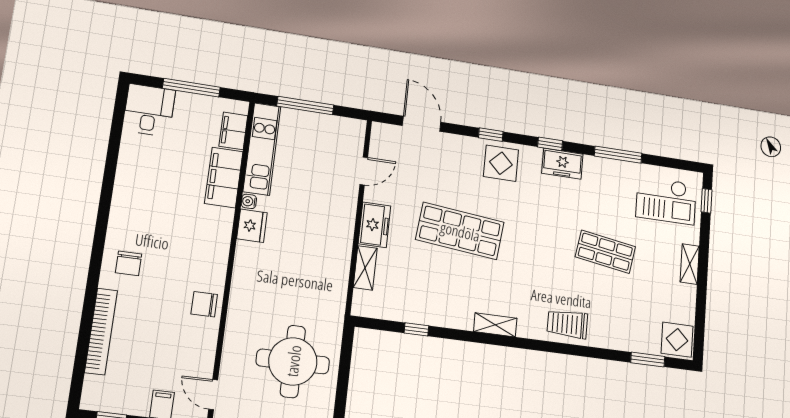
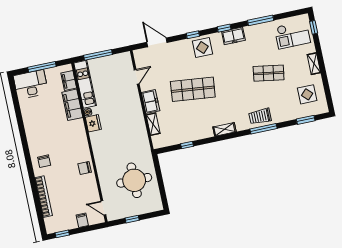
desk: (149, 110) -> (31, 84), width x1.37
display table: (677, 340) -> (307, 94), moved
window: (567, 349) -> (264, 129), added

